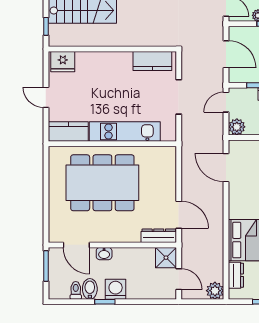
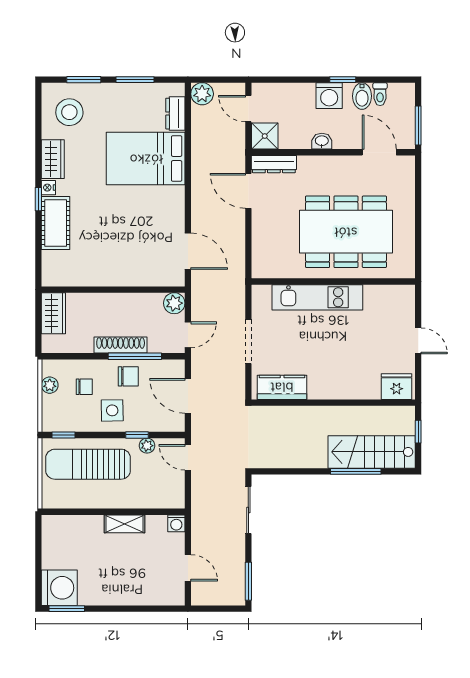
kitchen counter: (68, 131) -> (390, 297), removed
washbasin: (104, 254) -> (322, 141), moved

